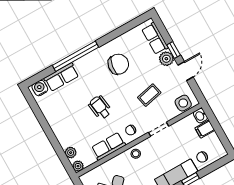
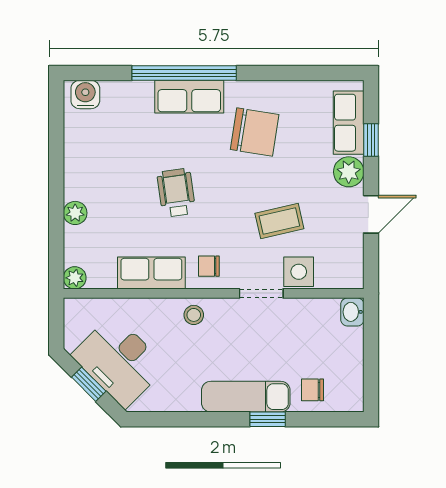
window: (174, 50) -> (371, 140), moved
row of seats: (61, 77) -> (189, 97), moved
side table: (183, 103) -> (299, 272), moved
filing cabinet: (205, 129) -> (347, 341), removed
plant: (71, 153) -> (75, 213), moved

